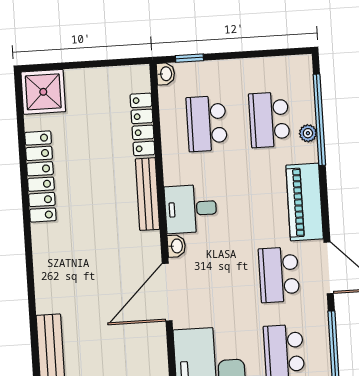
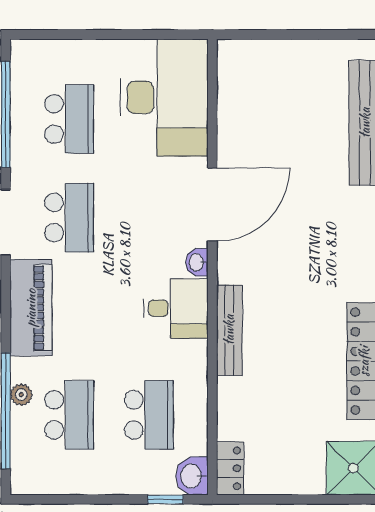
washbasin: (166, 74) -> (192, 476), width x1.38, depth x1.45
locker: (142, 124) -> (230, 468), moved, width x0.66

